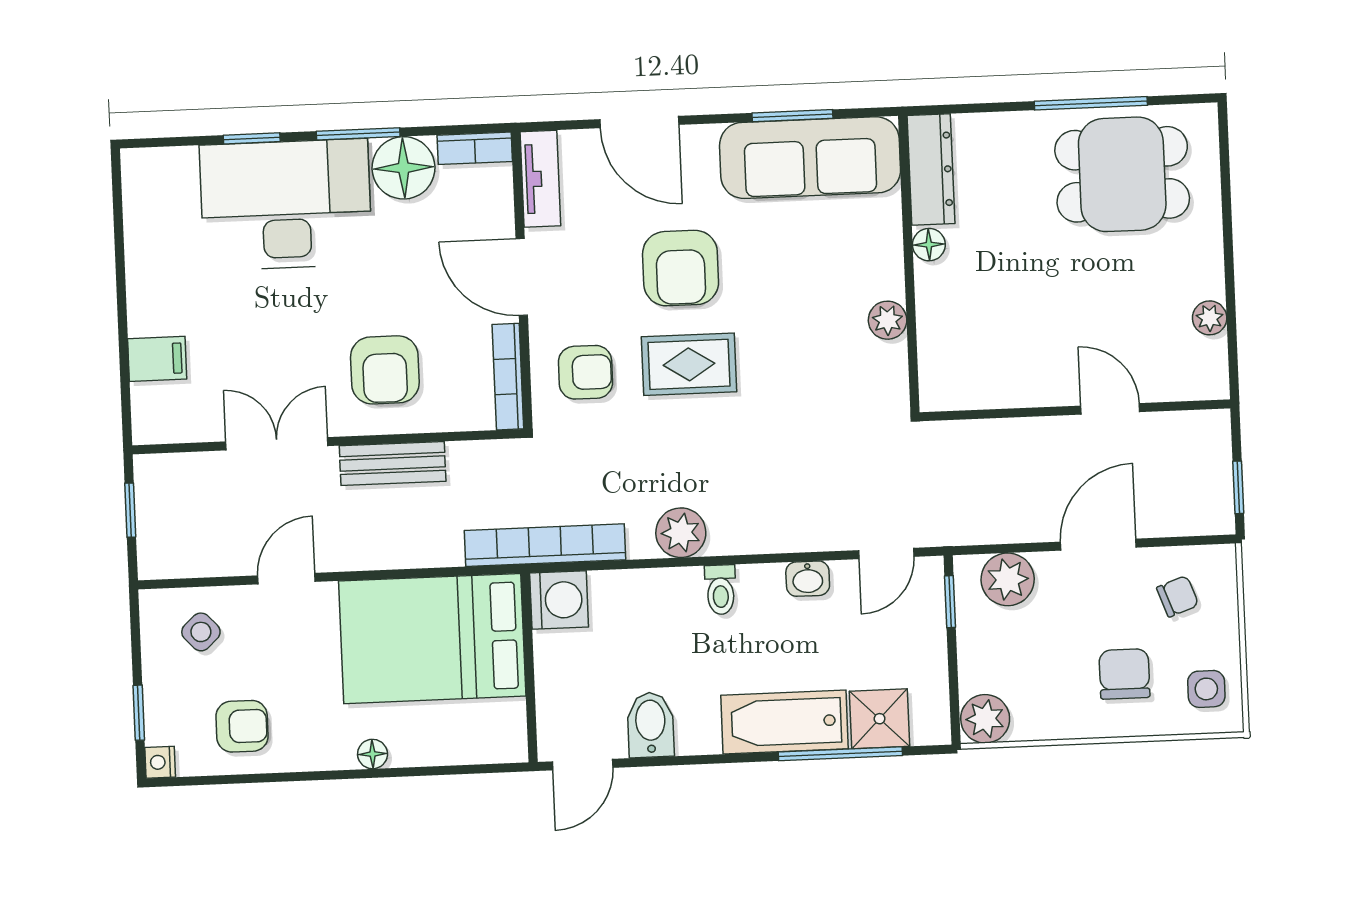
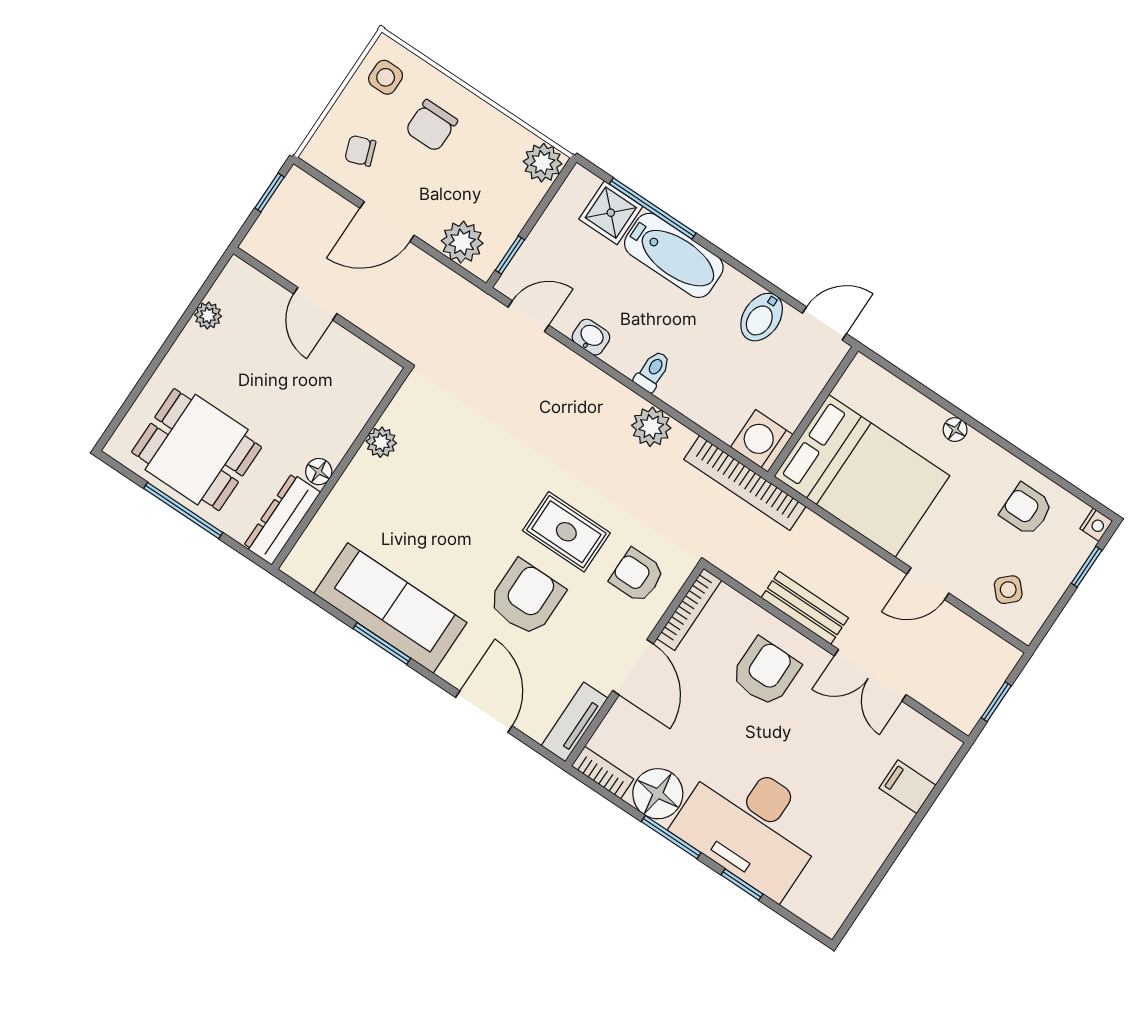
dresser: (931, 169) -> (282, 519), moved
floor lamp: (929, 245) -> (319, 472), moved
wall: (909, 264) -> (341, 468), moved
plant: (888, 320) -> (381, 442), moved

